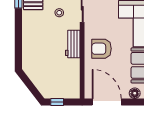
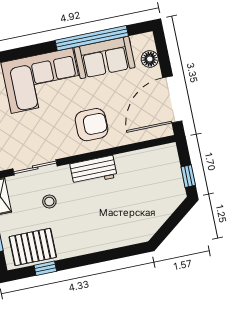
armchair: (101, 49) -> (92, 125), turned -90

